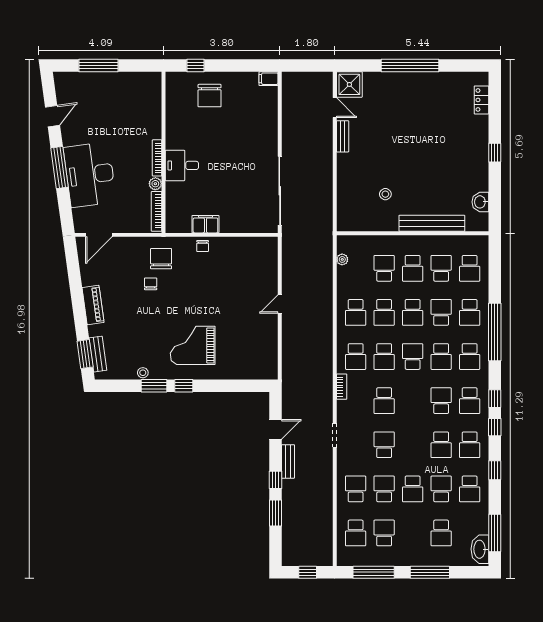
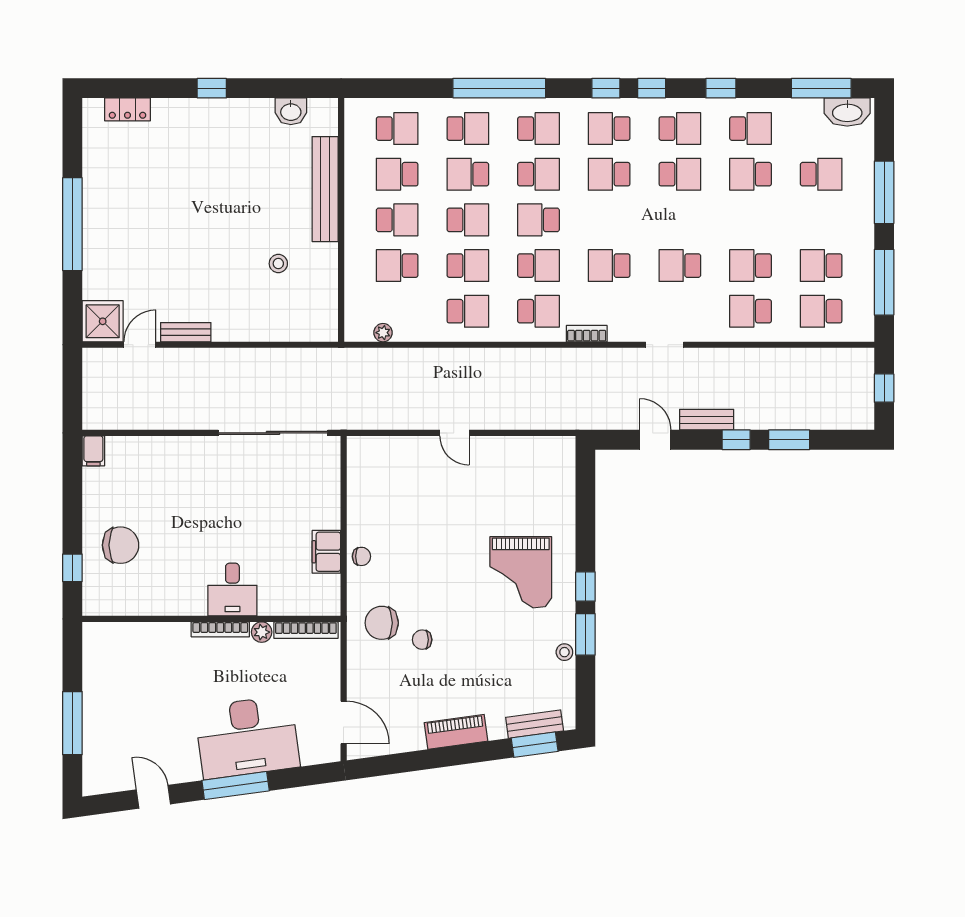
school desk: (384, 401) -> (609, 266), turned 180
school desk: (470, 401) -> (609, 129), turned 180
school desk: (413, 489) -> (751, 220), removed
school desk: (356, 533) -> (821, 311), turned 180

